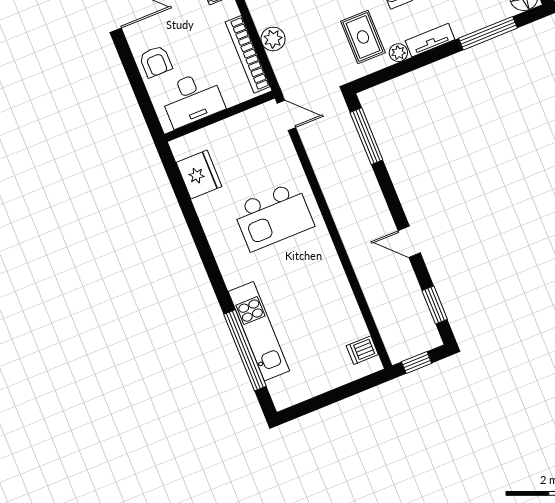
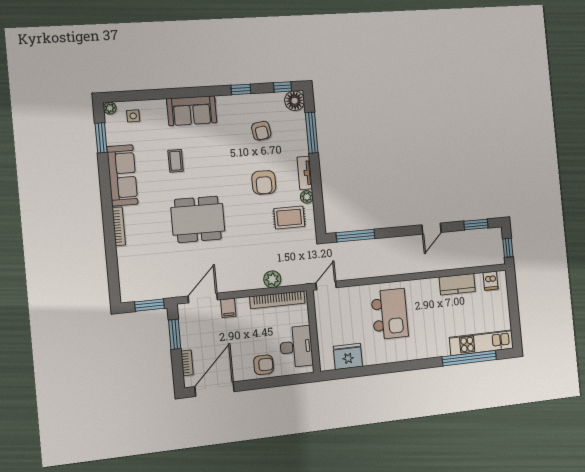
kitchen counter: (343, 302) -> (457, 284), added
kitchen unit: (259, 331) -> (481, 343), moved

